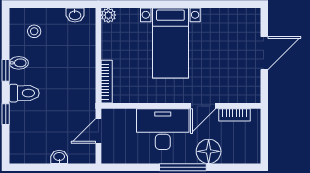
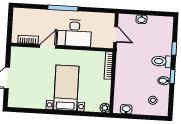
door: (98, 131) -> (116, 34), hinge flipped
floor lamp: (209, 151) -> (46, 17), removed

